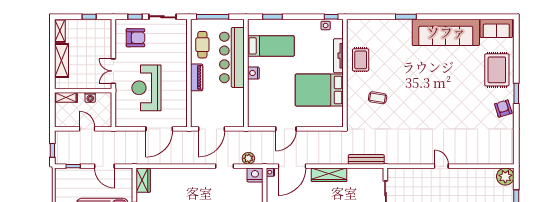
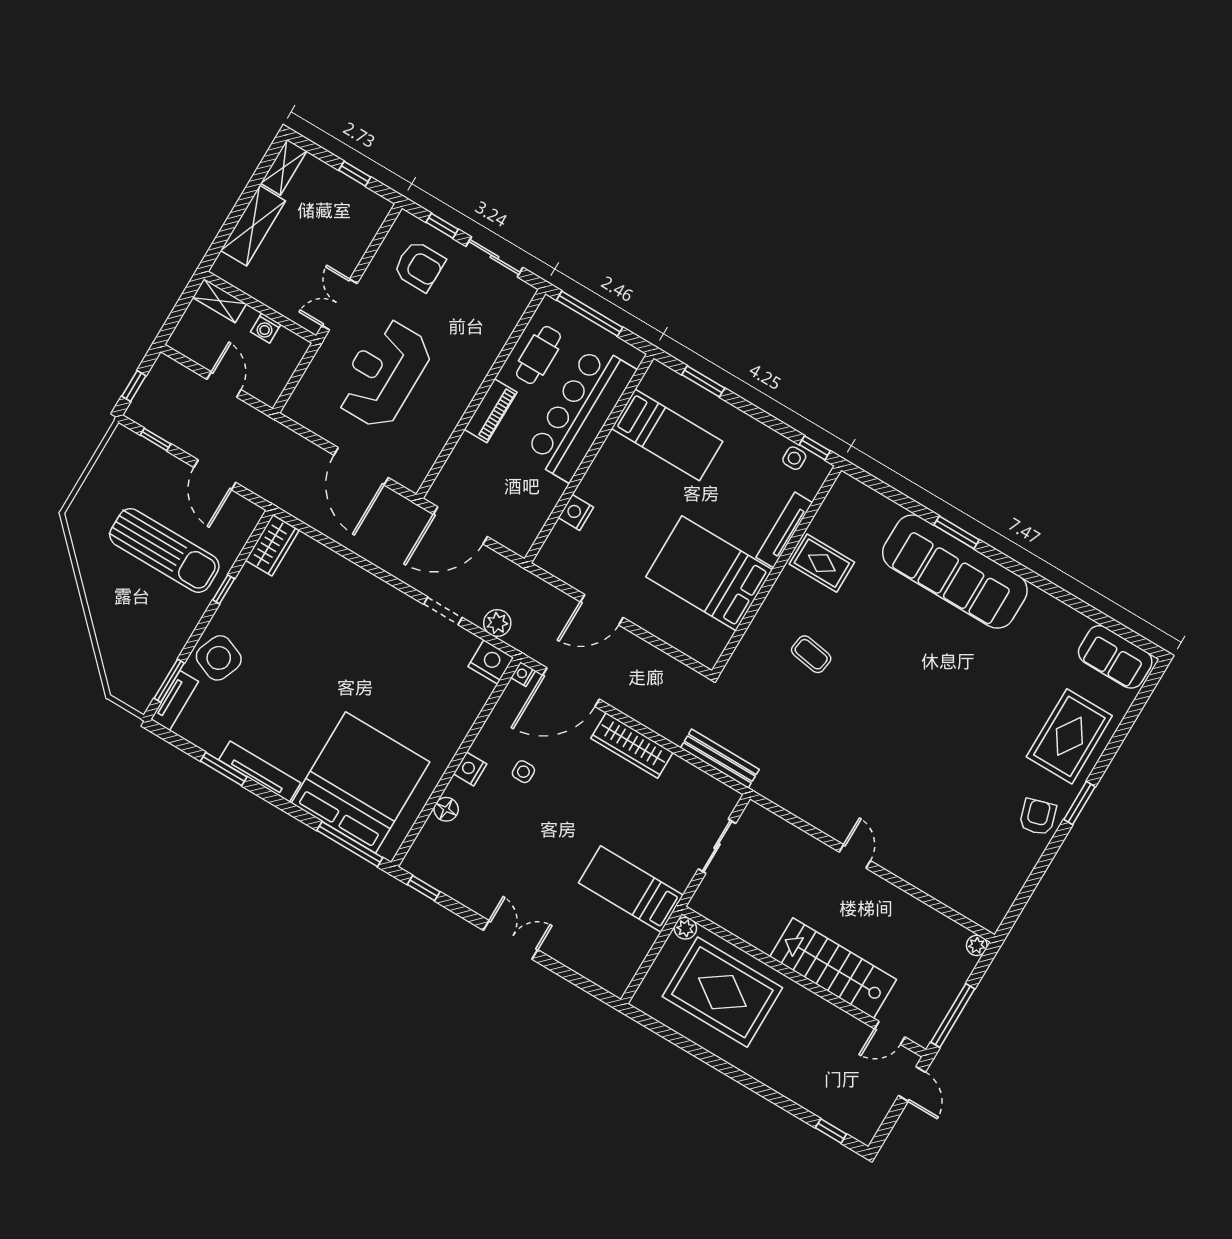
sofa: (446, 32) -> (955, 572), moved
rug: (361, 60) -> (822, 563), turned 90
nightstand: (253, 73) -> (576, 512), moved
door: (159, 129) -> (361, 466), hinge flipped
plant: (505, 177) -> (977, 945), width x0.53, depth x0.53

